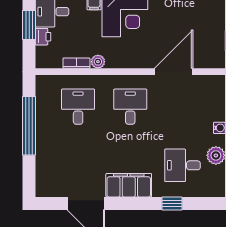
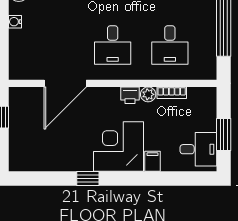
printer: (43, 37) -> (130, 95), moved, turned -90

